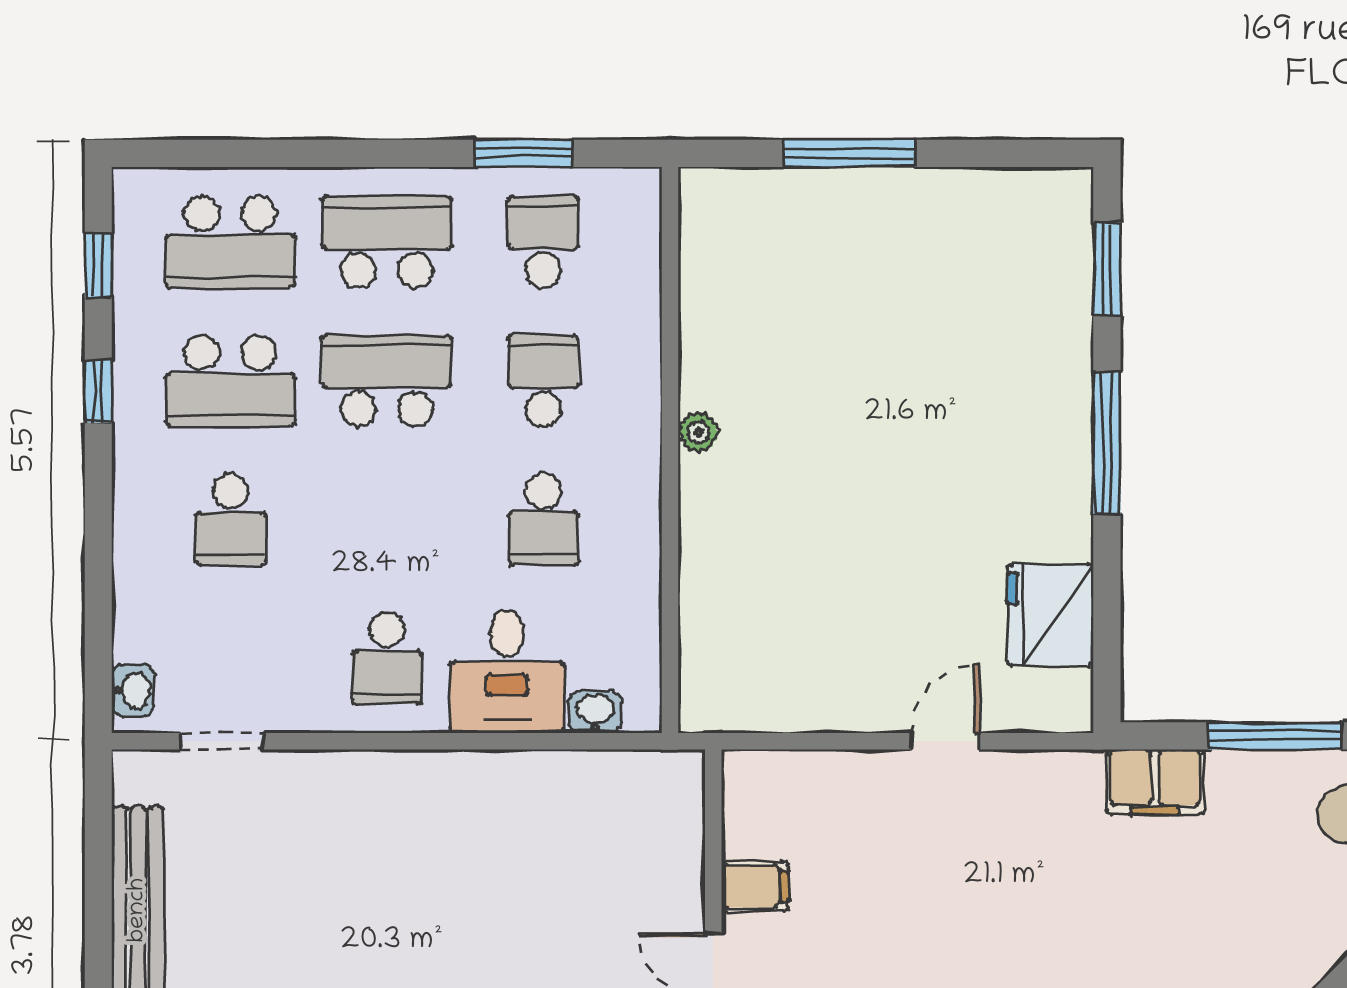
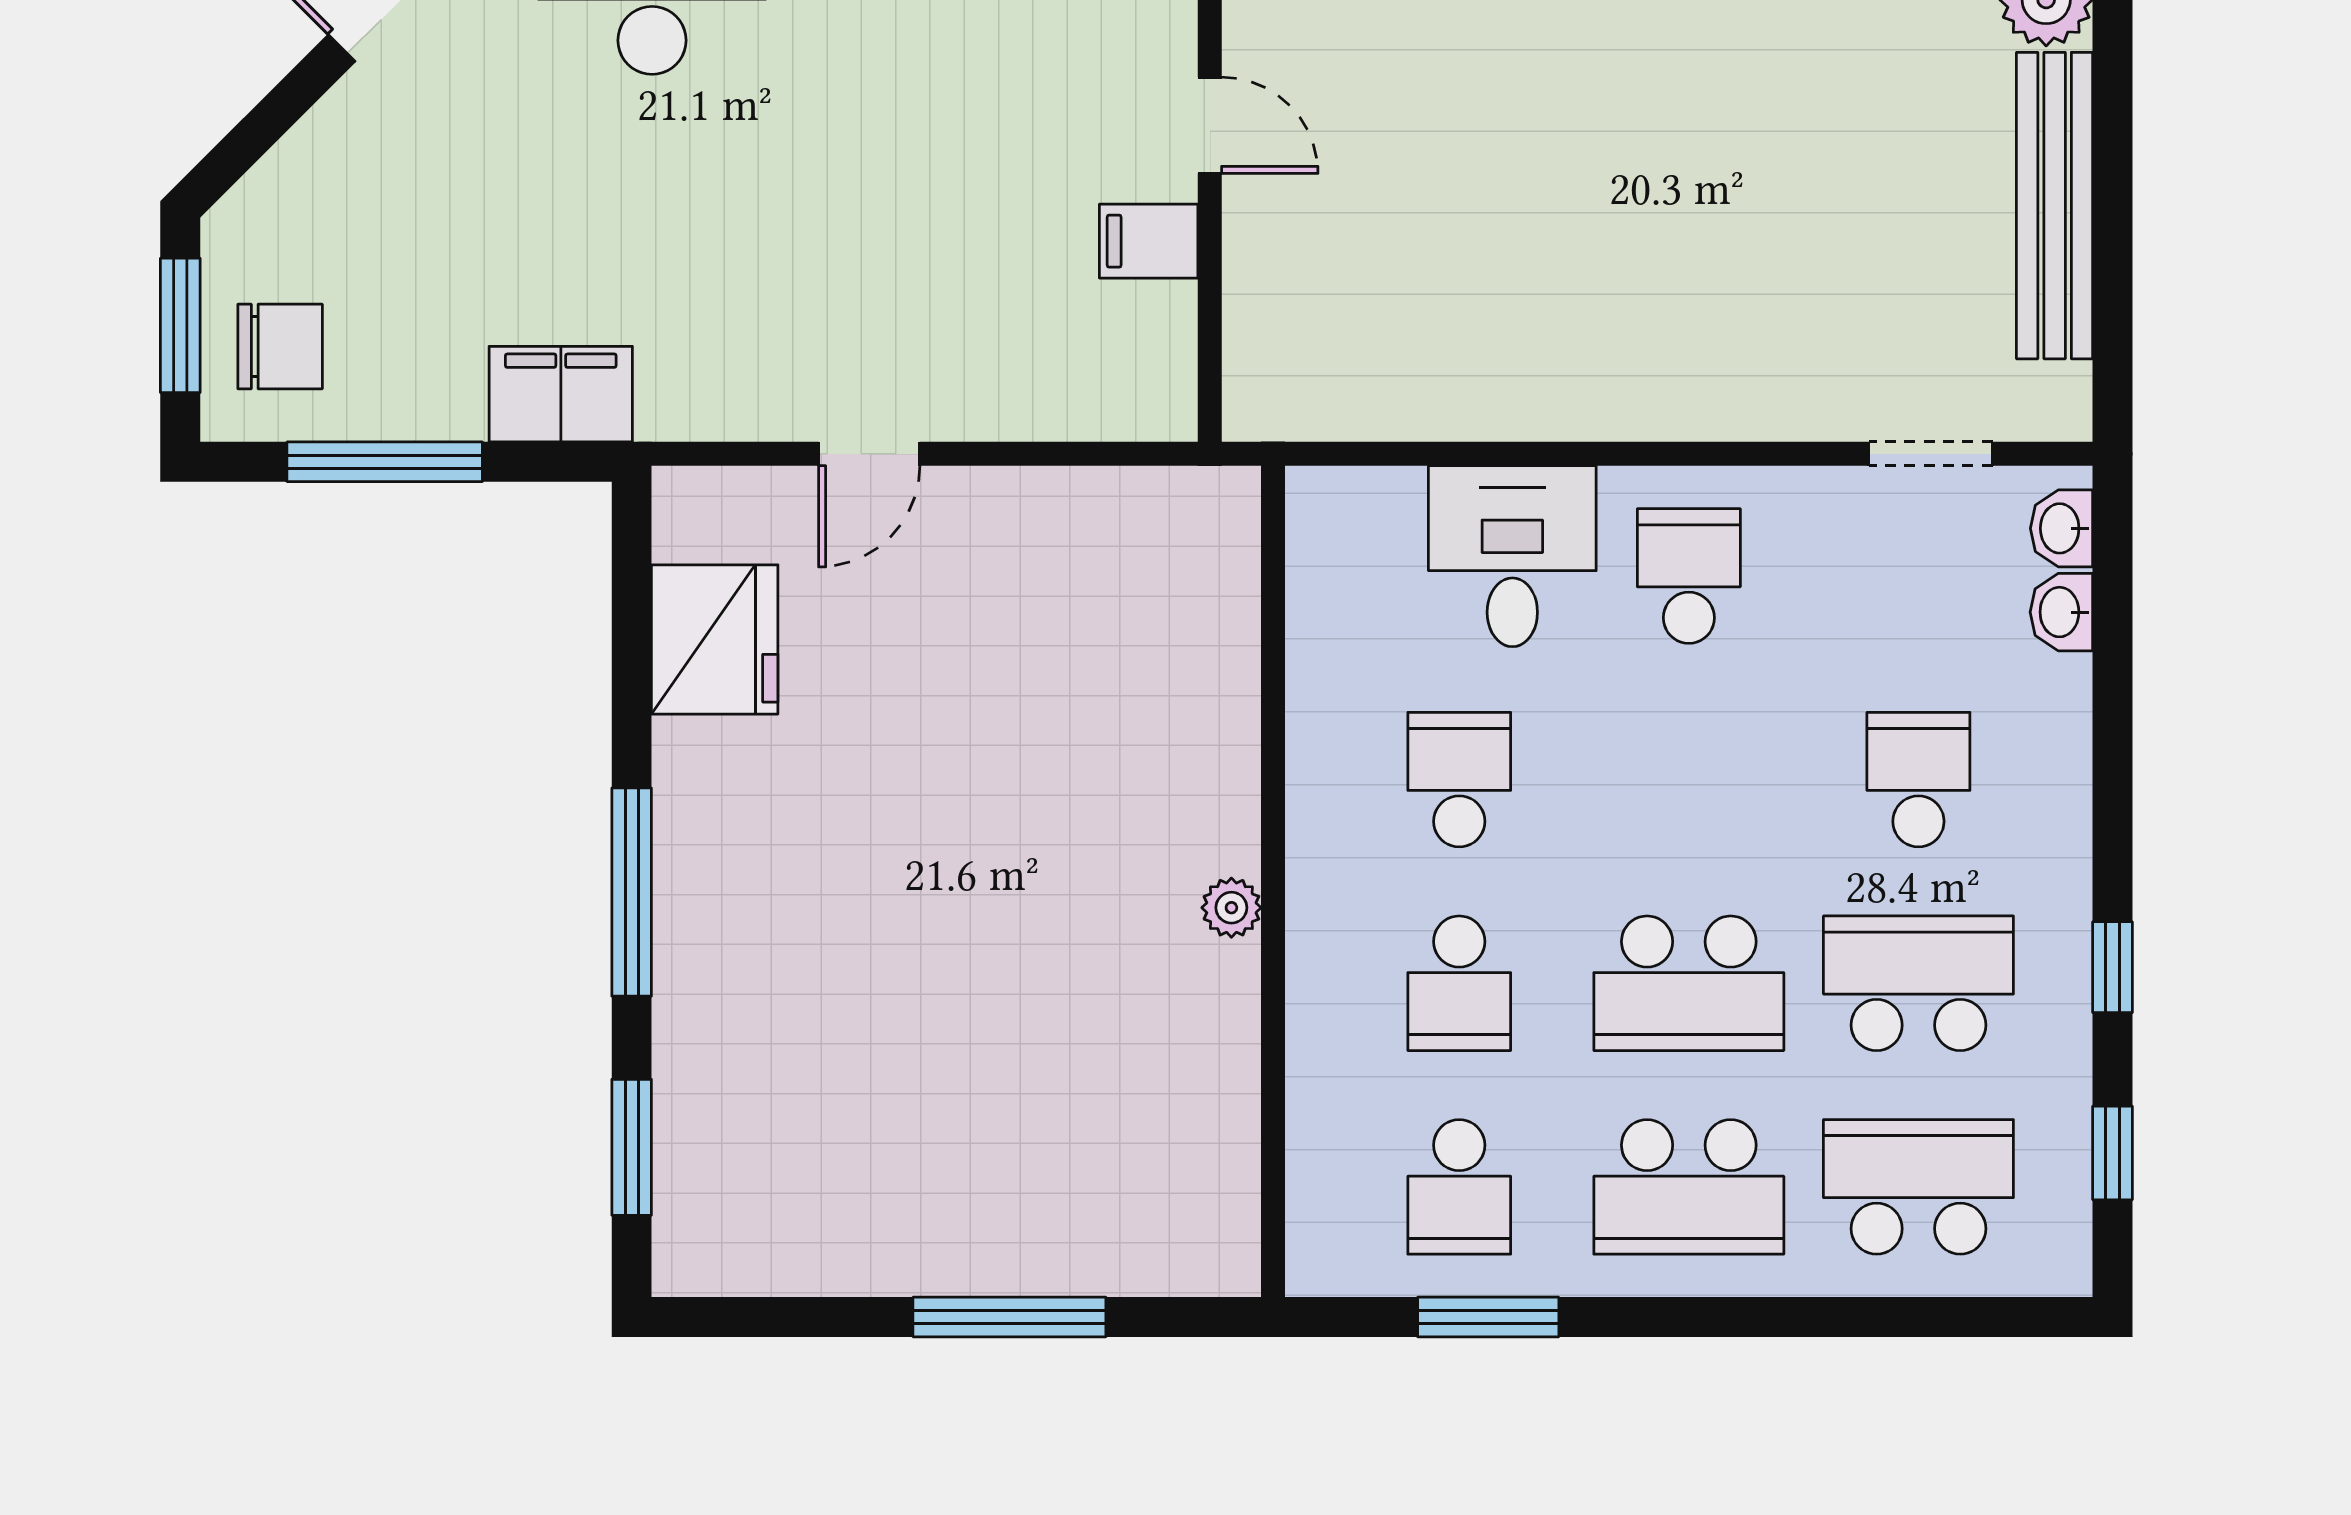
washbasin: (595, 712) -> (2061, 612), moved, turned 90

